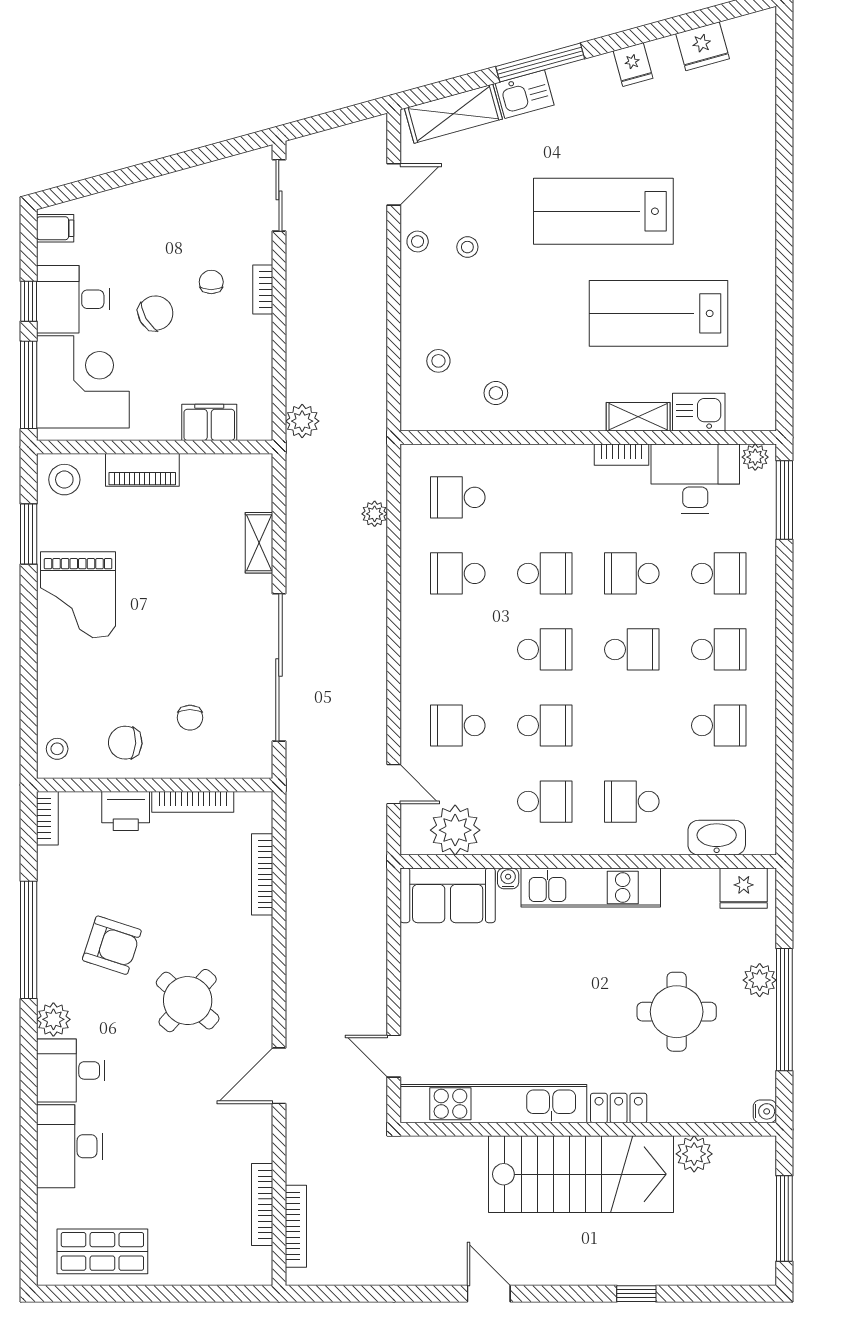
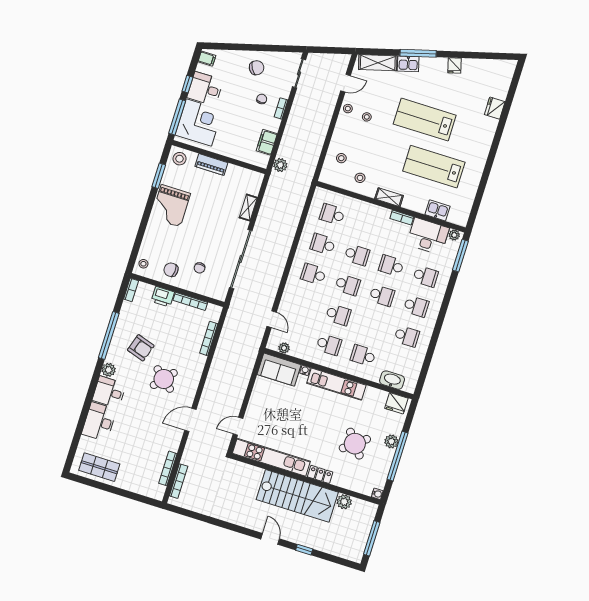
fridge: (703, 46) -> (495, 108), moved, turned 105
chair: (155, 313) -> (257, 68), moved
shelving: (638, 417) -> (389, 197), moved
filing cabinet: (209, 422) -> (267, 142), moved, turned -90
plant: (375, 514) -> (297, 210), removed
school desk: (458, 726) -> (313, 274), moved
plant: (455, 830) -> (284, 348), width x0.53, depth x0.53
round table: (677, 1012) -> (355, 444), turned -38
door: (394, 1056) -> (238, 426), hinge flipped
door: (489, 1294) -> (270, 539), moved

